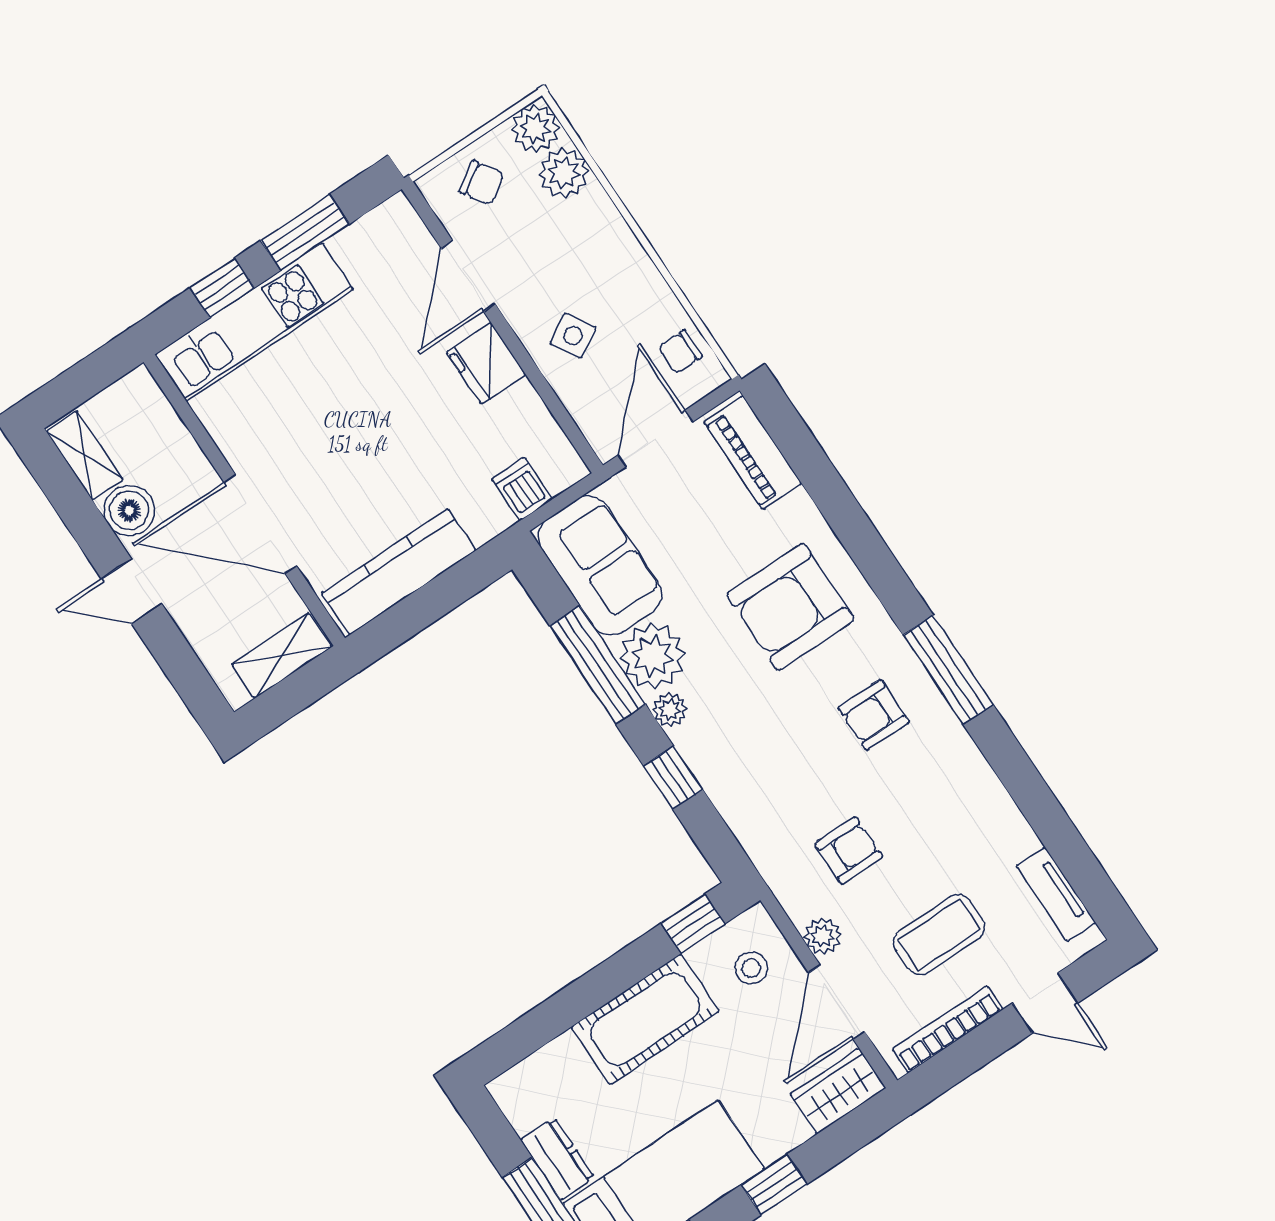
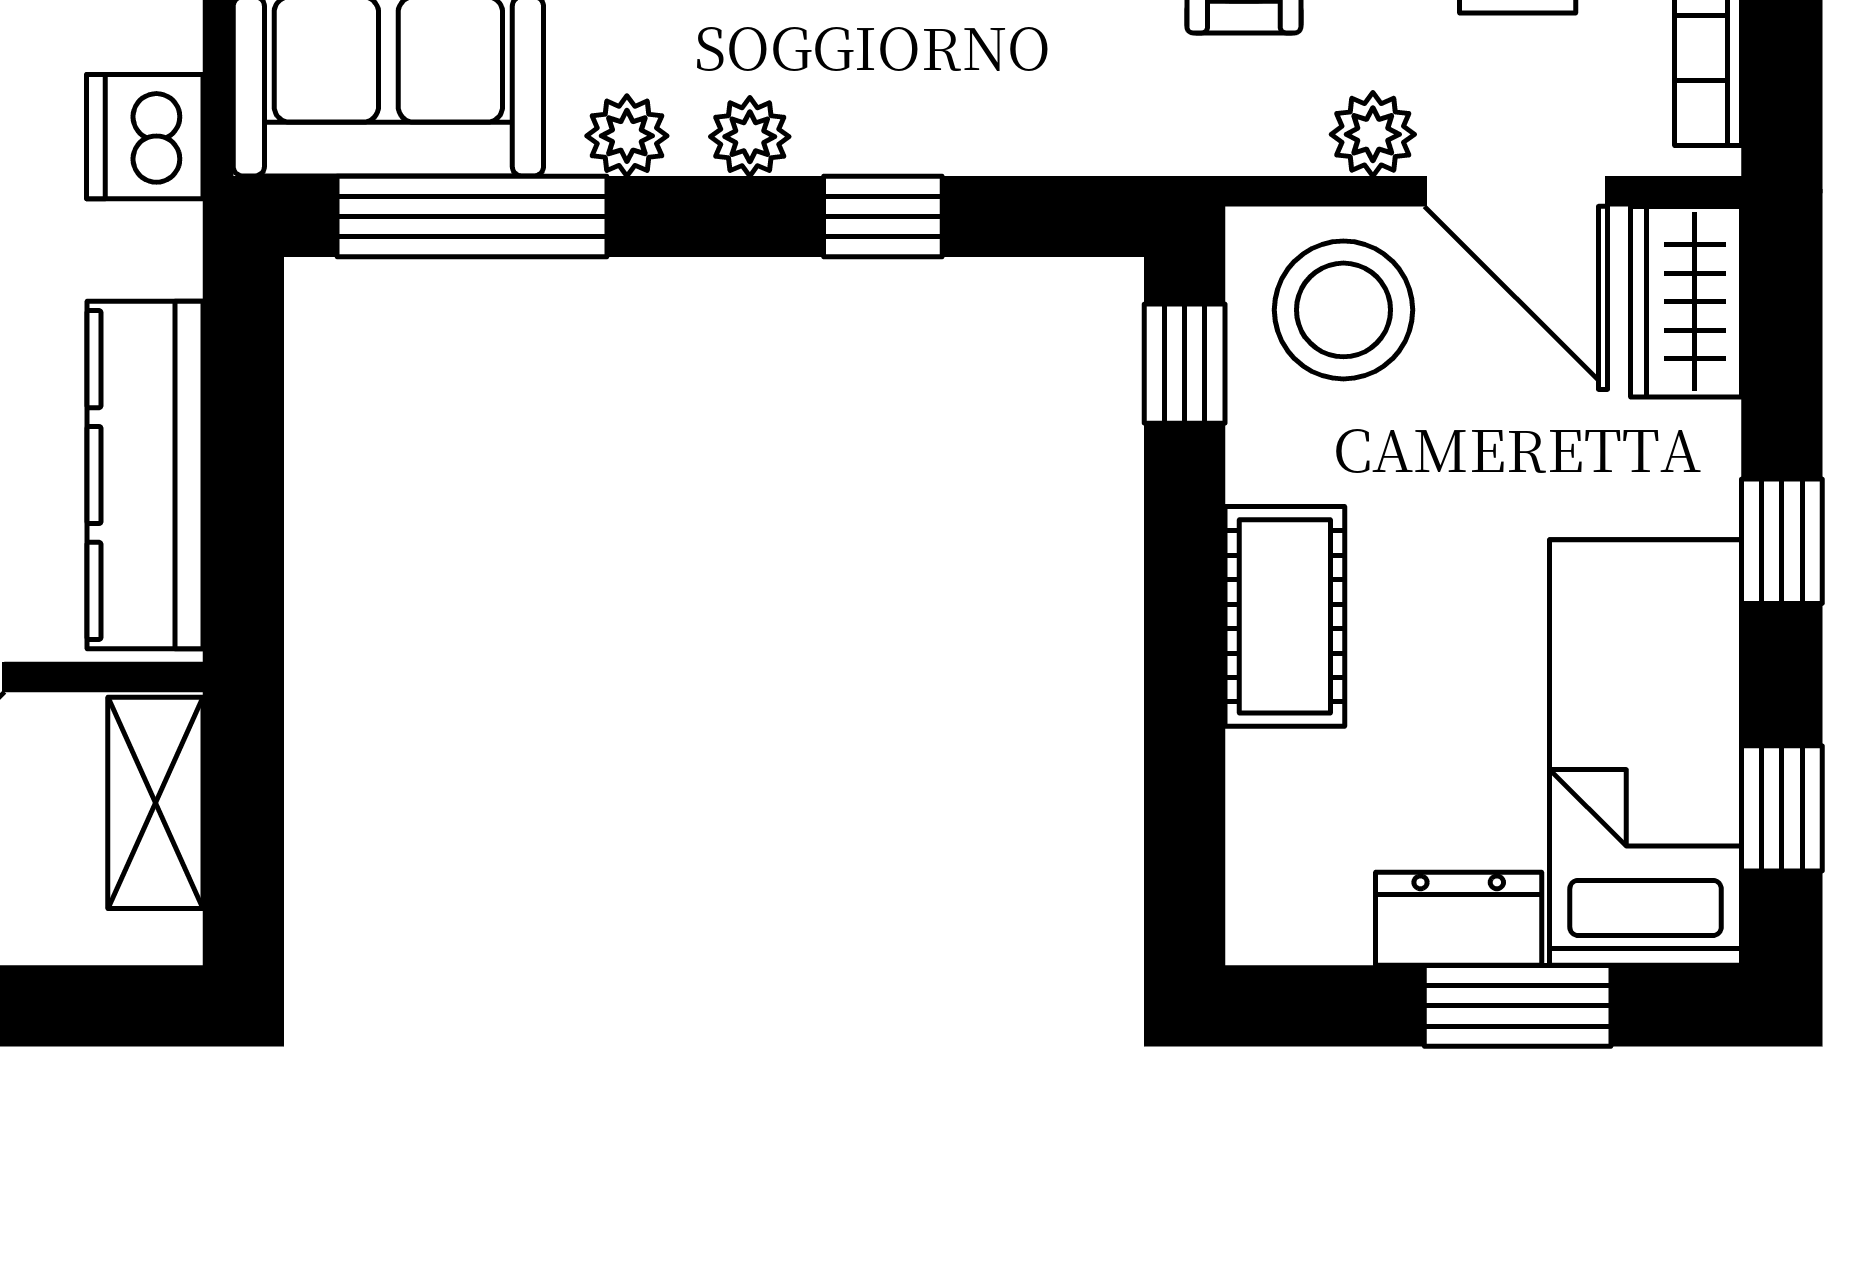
dishwasher: (522, 489) -> (145, 137), width x1.38
plant: (653, 656) -> (627, 136), width x0.53, depth x0.53
window: (598, 665) -> (472, 216), moved
stool: (751, 968) -> (1343, 310), width x1.89, depth x1.89
cot: (645, 1019) -> (1285, 616), width x0.73, depth x0.75

